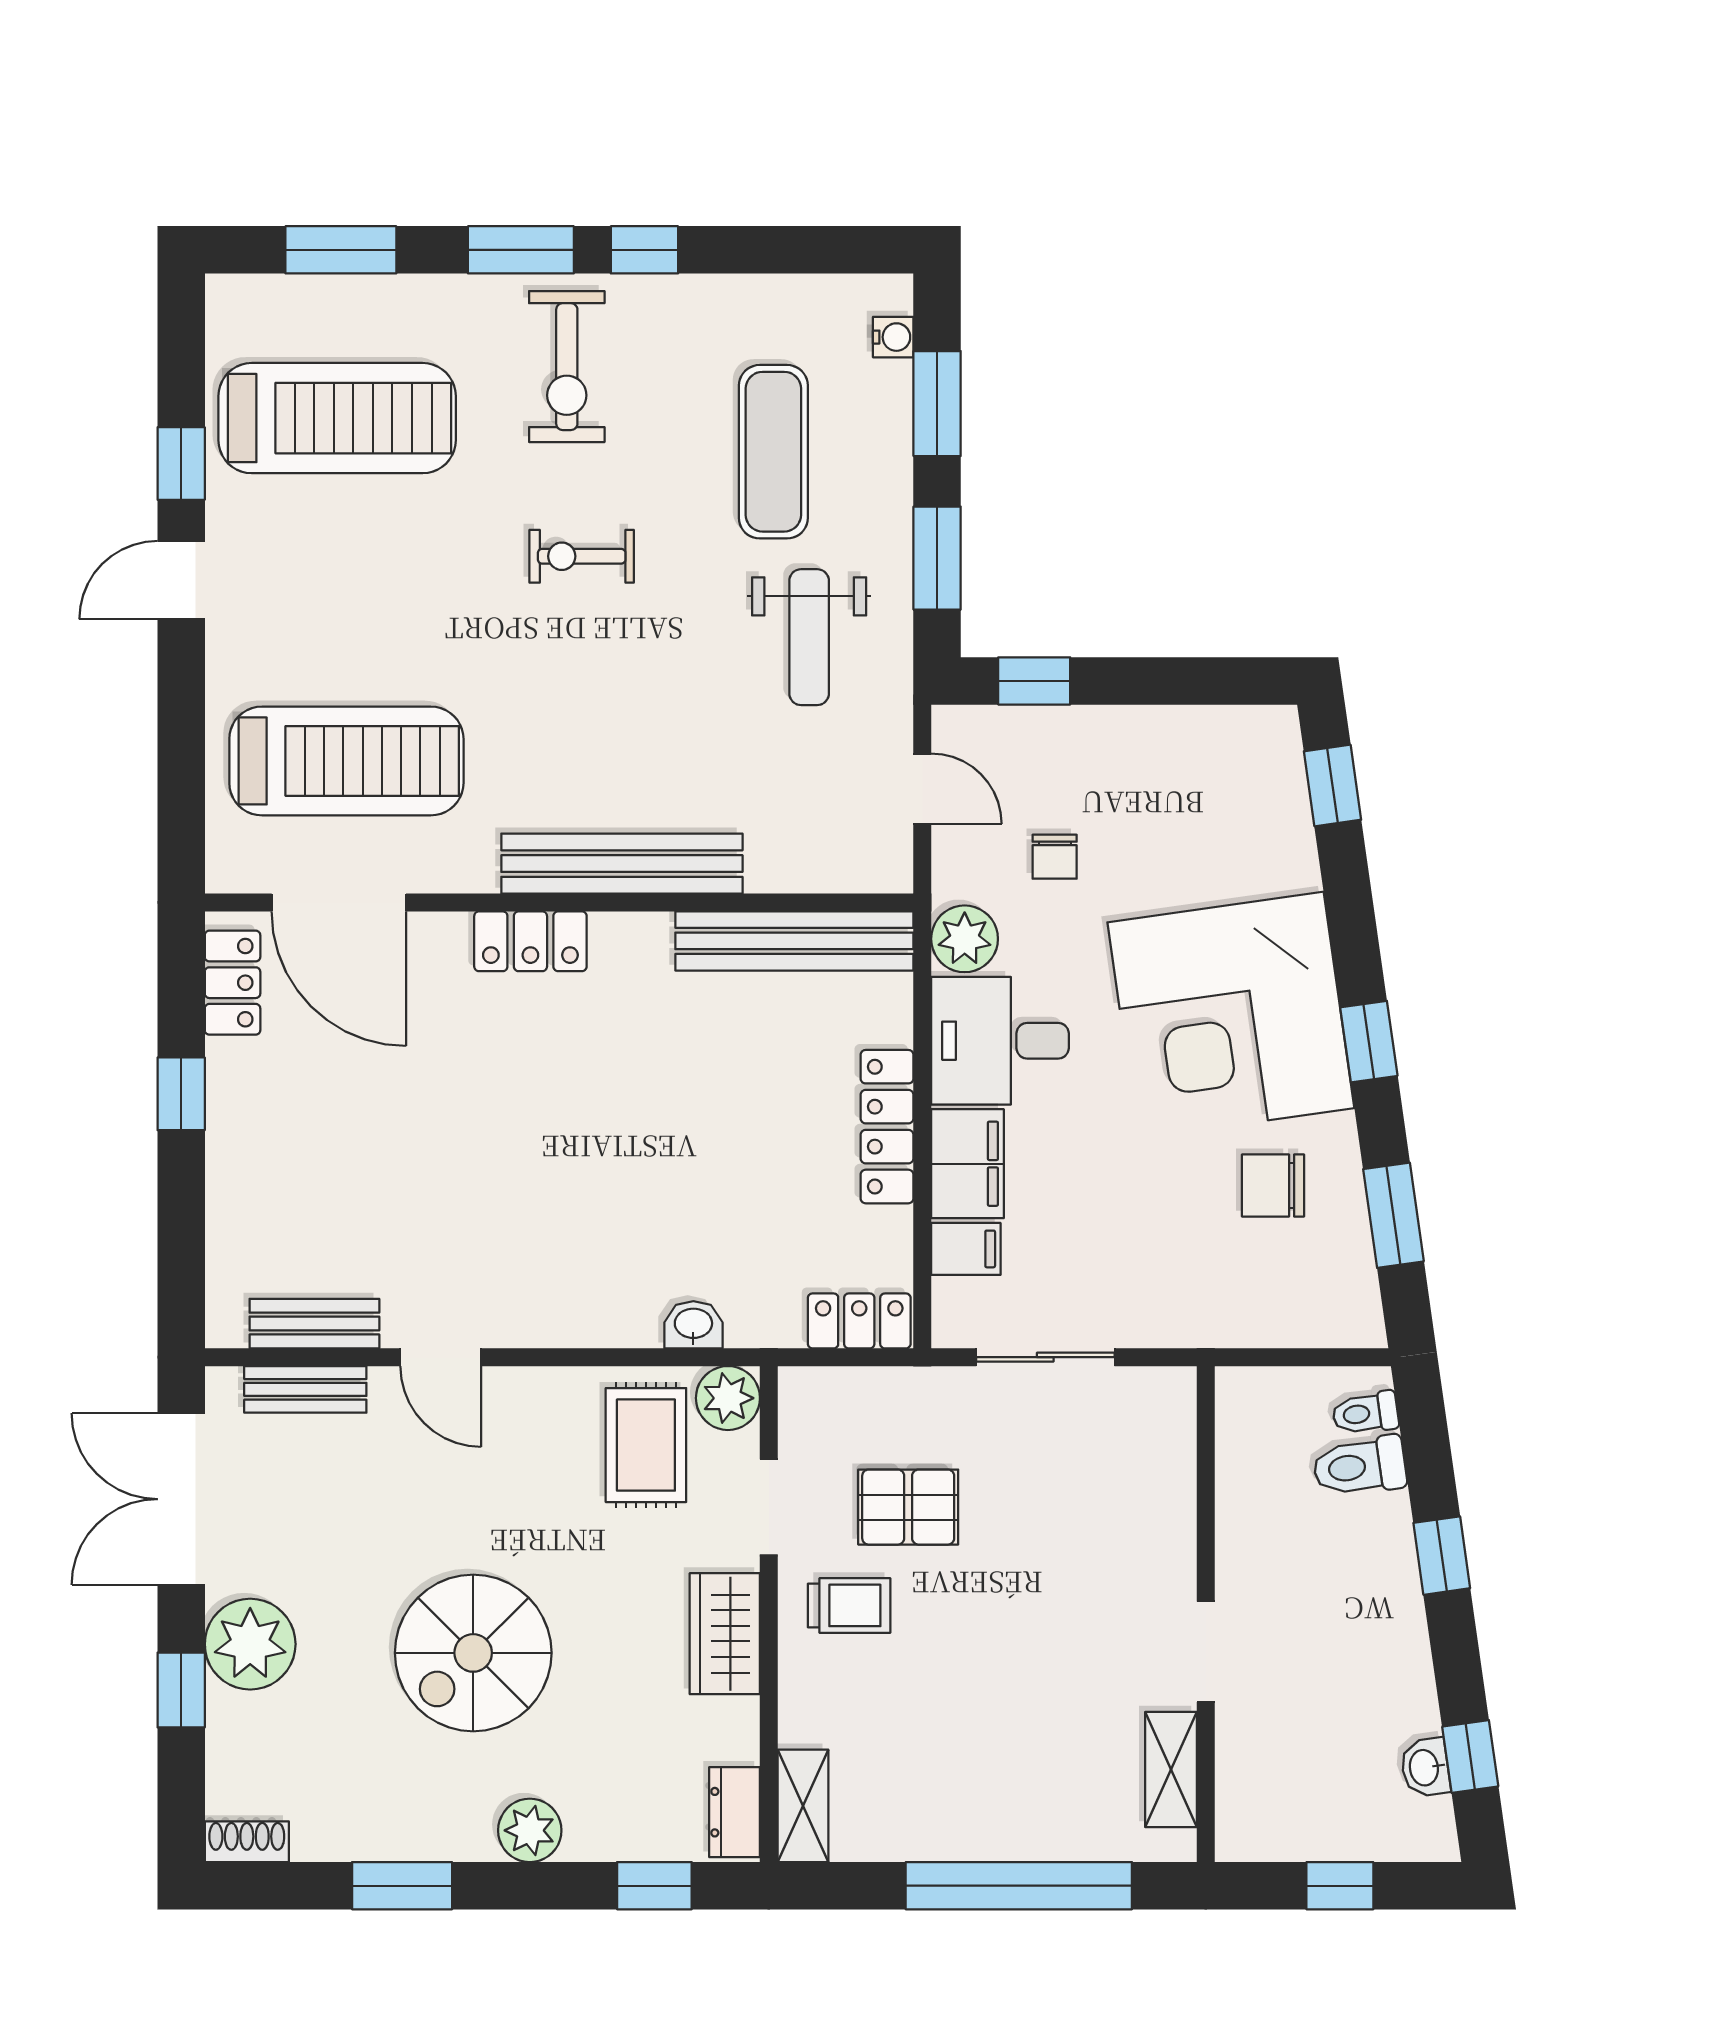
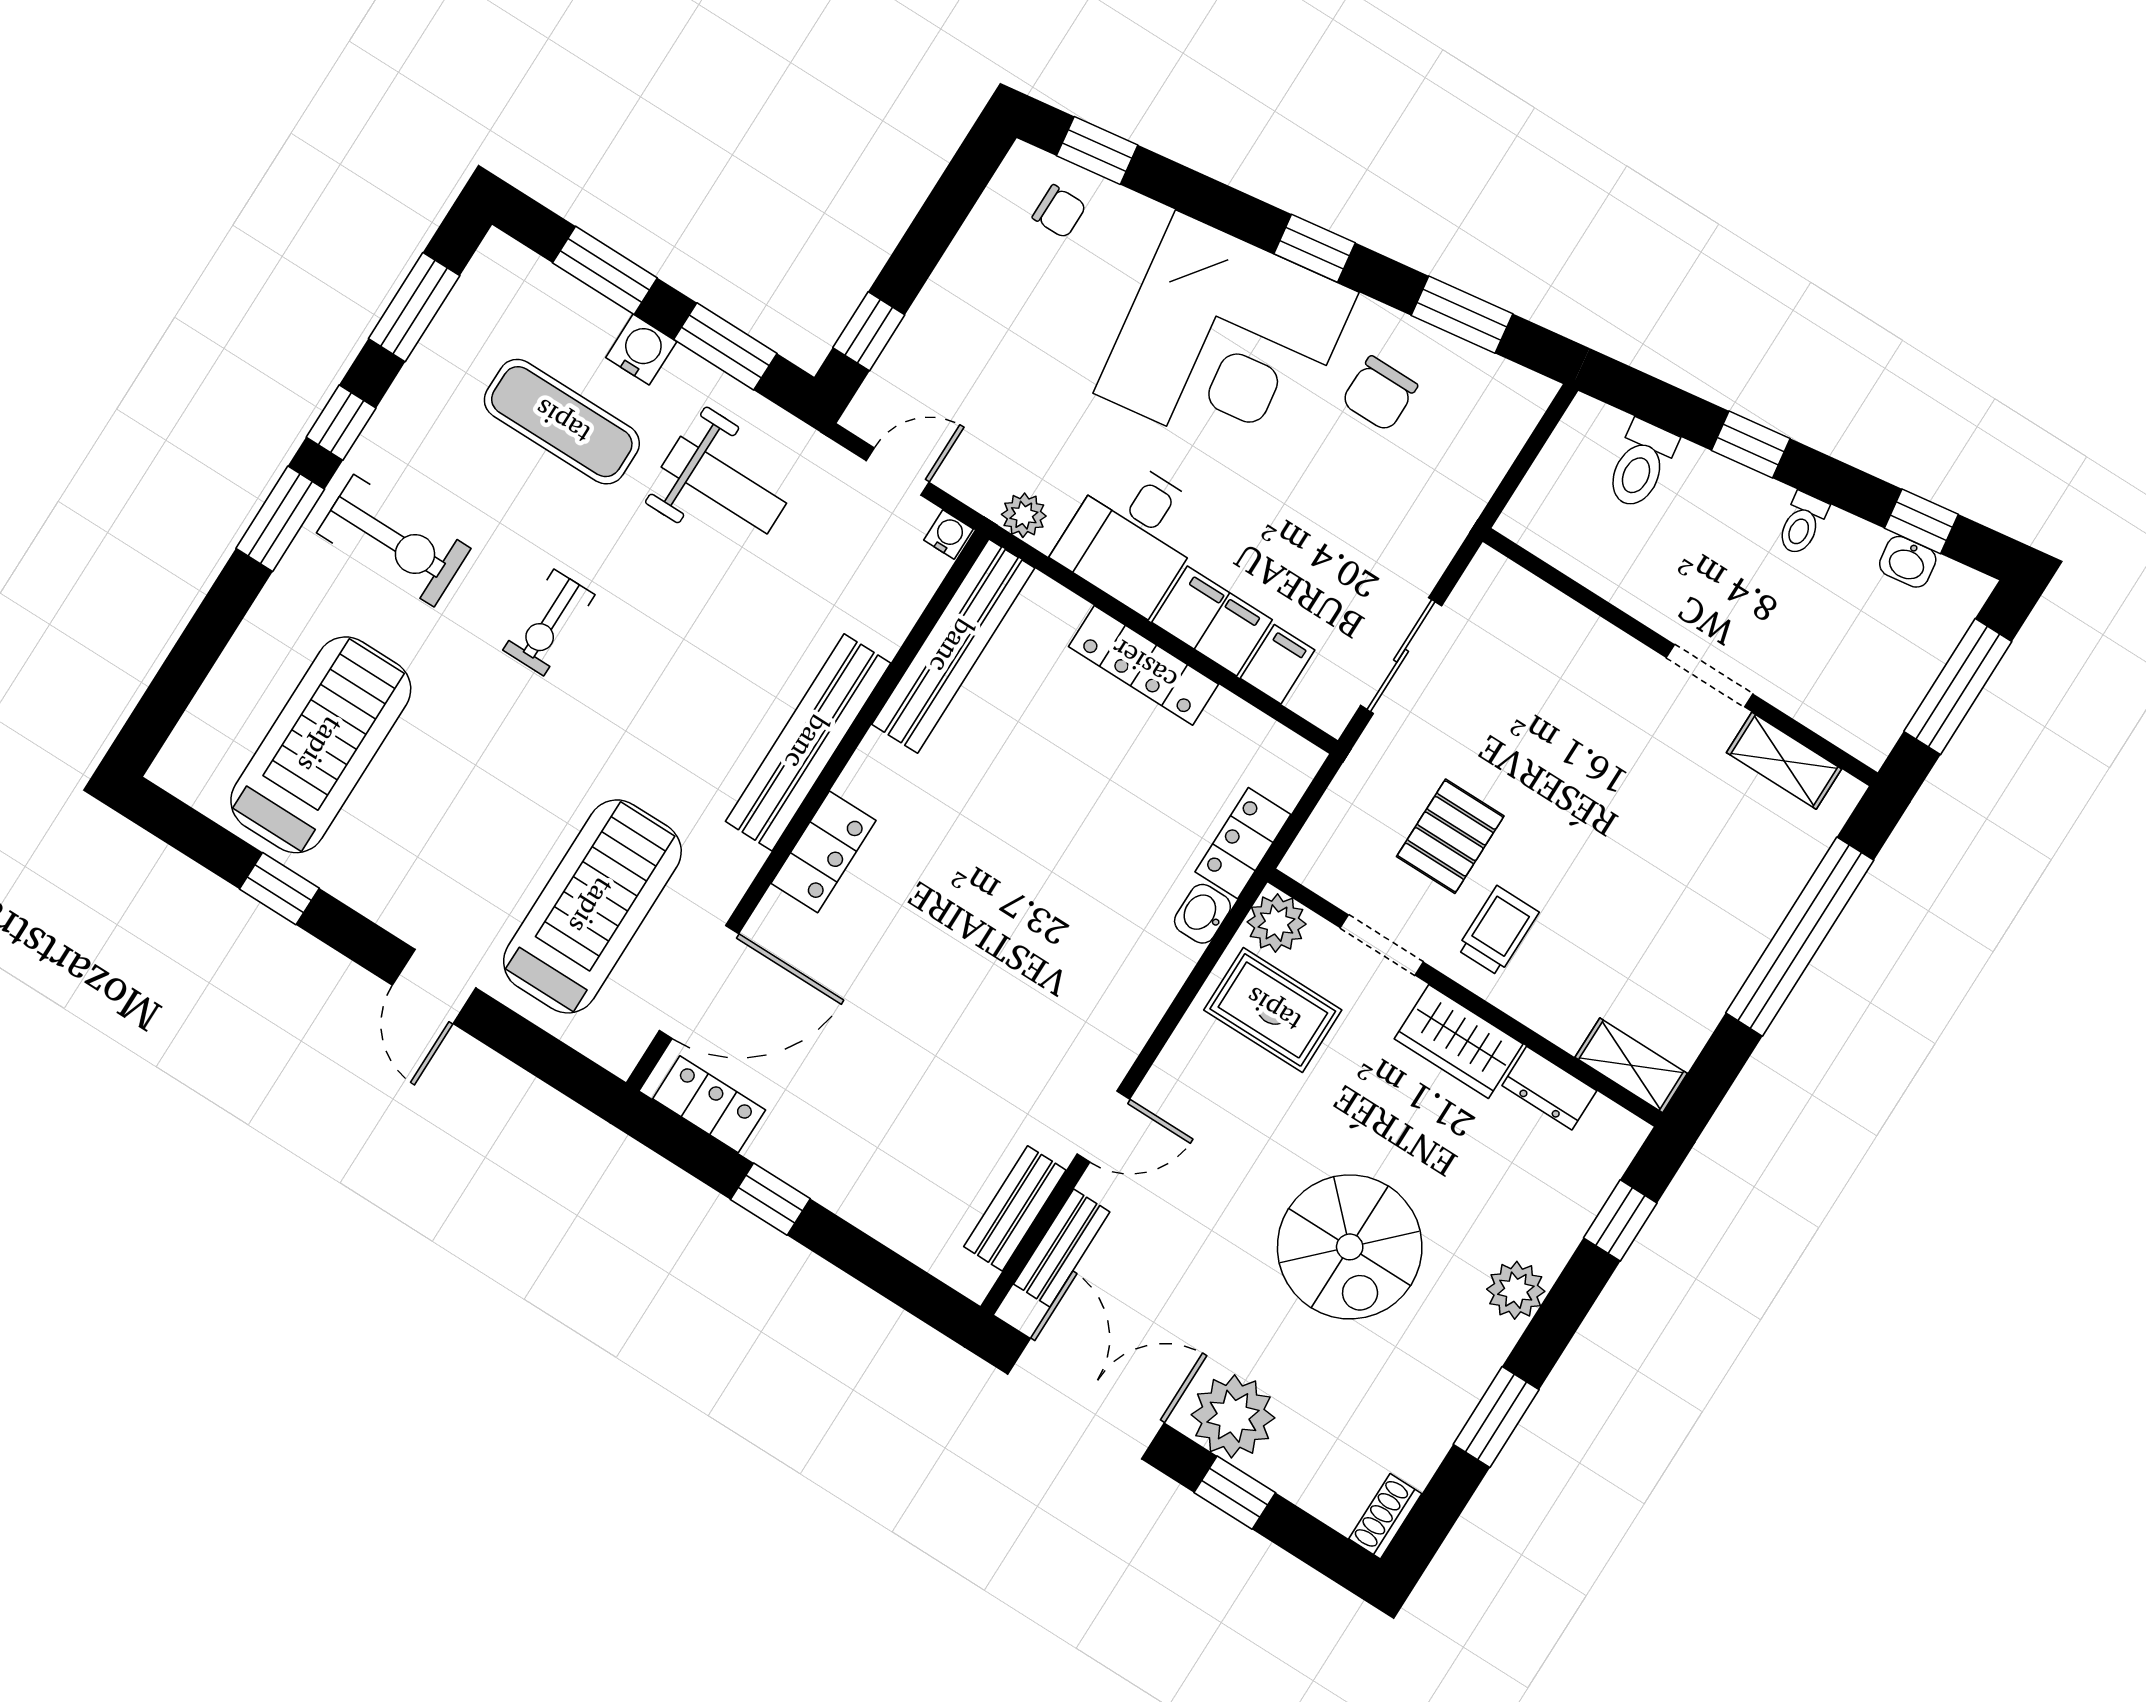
window: (341, 250) -> (414, 307), moved
water cooler: (893, 337) -> (641, 350), moved, width x1.38, depth x1.38
door: (181, 580) -> (434, 987), moved
chair: (1055, 857) -> (1059, 212), moved
water cooler: (894, 872) -> (948, 535), added
plant: (965, 939) -> (1024, 515), width x0.73, depth x0.73
locker: (859, 1321) -> (1243, 843), moved
toilet: (1365, 1413) -> (1802, 524), moved
double door: (181, 1499) -> (1086, 1399), swing flipped
dresser: (735, 1812) -> (1549, 1088), moved
window: (1340, 1886) -> (1958, 686), width x2.17

